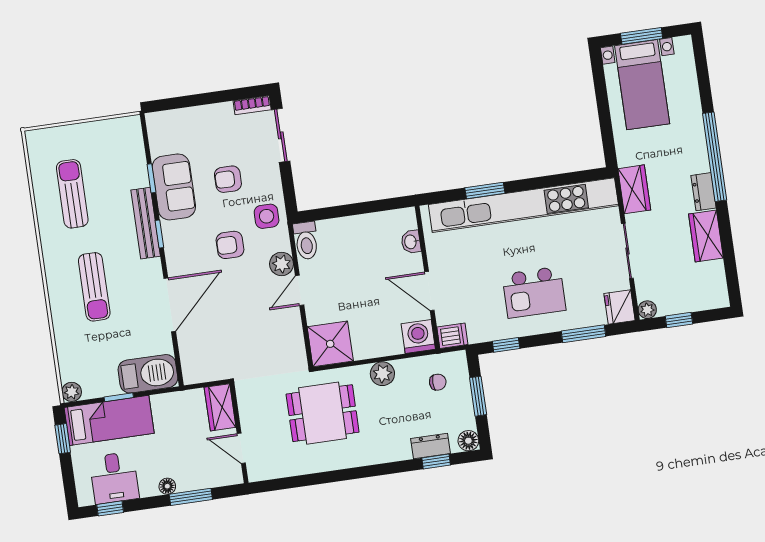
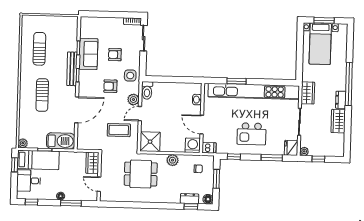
coffee table: (263, 331) -> (119, 130), added
desk: (114, 478) -> (29, 181), moved, turned 90

